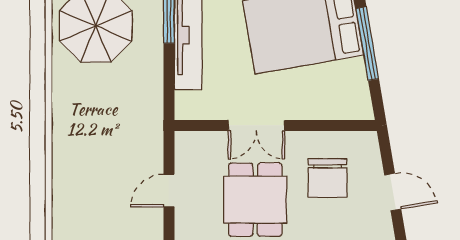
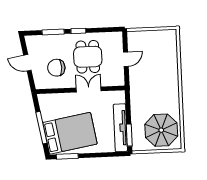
chair: (328, 178) -> (56, 68), turned -90

